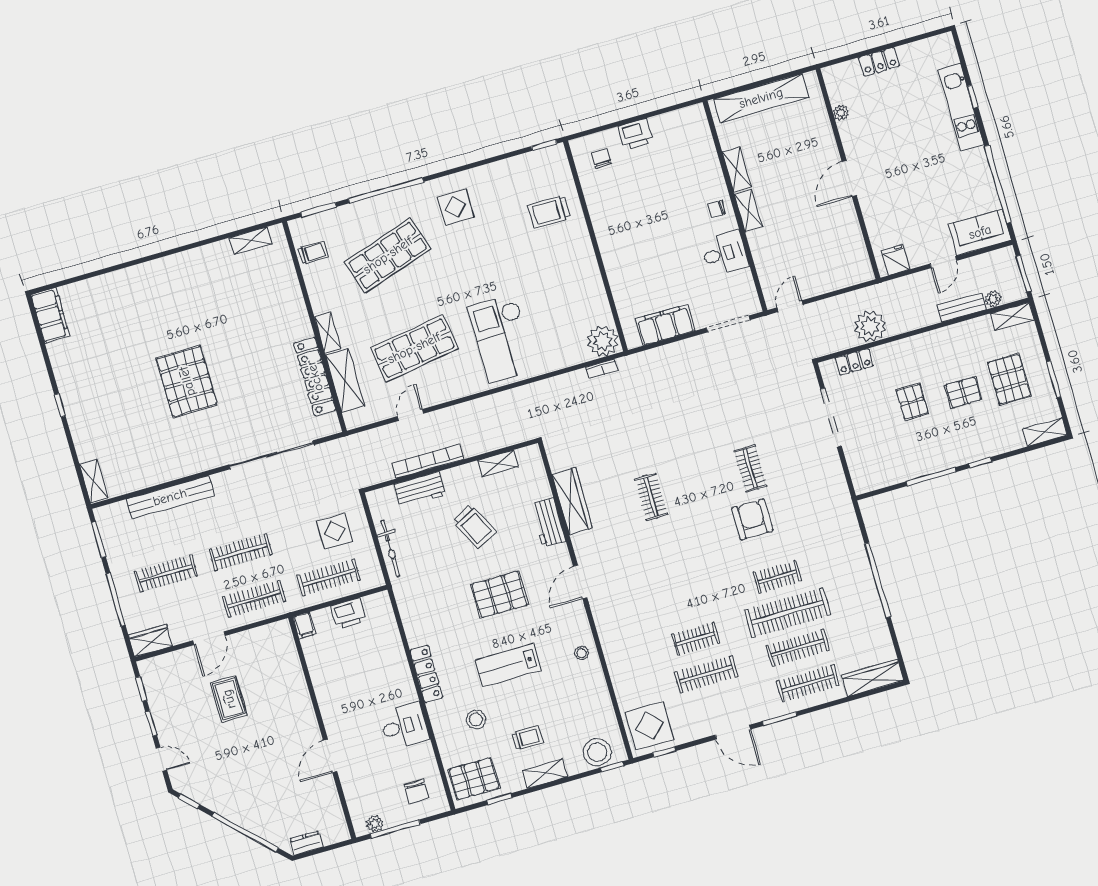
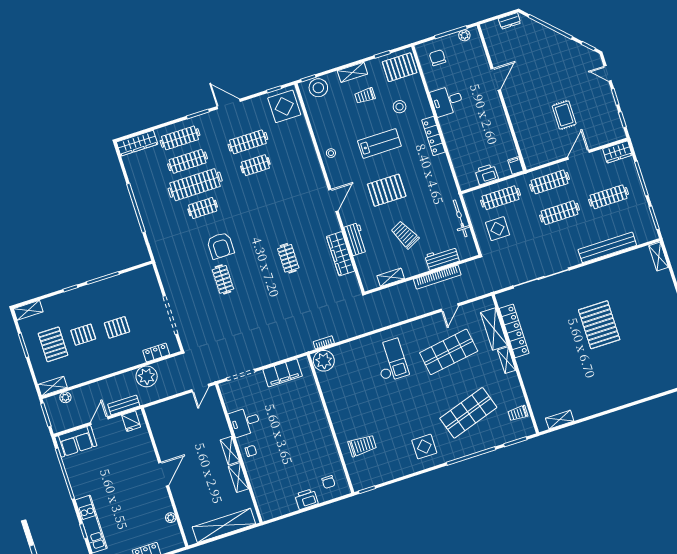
bench: (962, 307) -> (124, 405), moved
checkout: (502, 339) -> (391, 360), width x0.73, depth x0.83
pallet: (912, 402) -> (117, 327), turned 90

